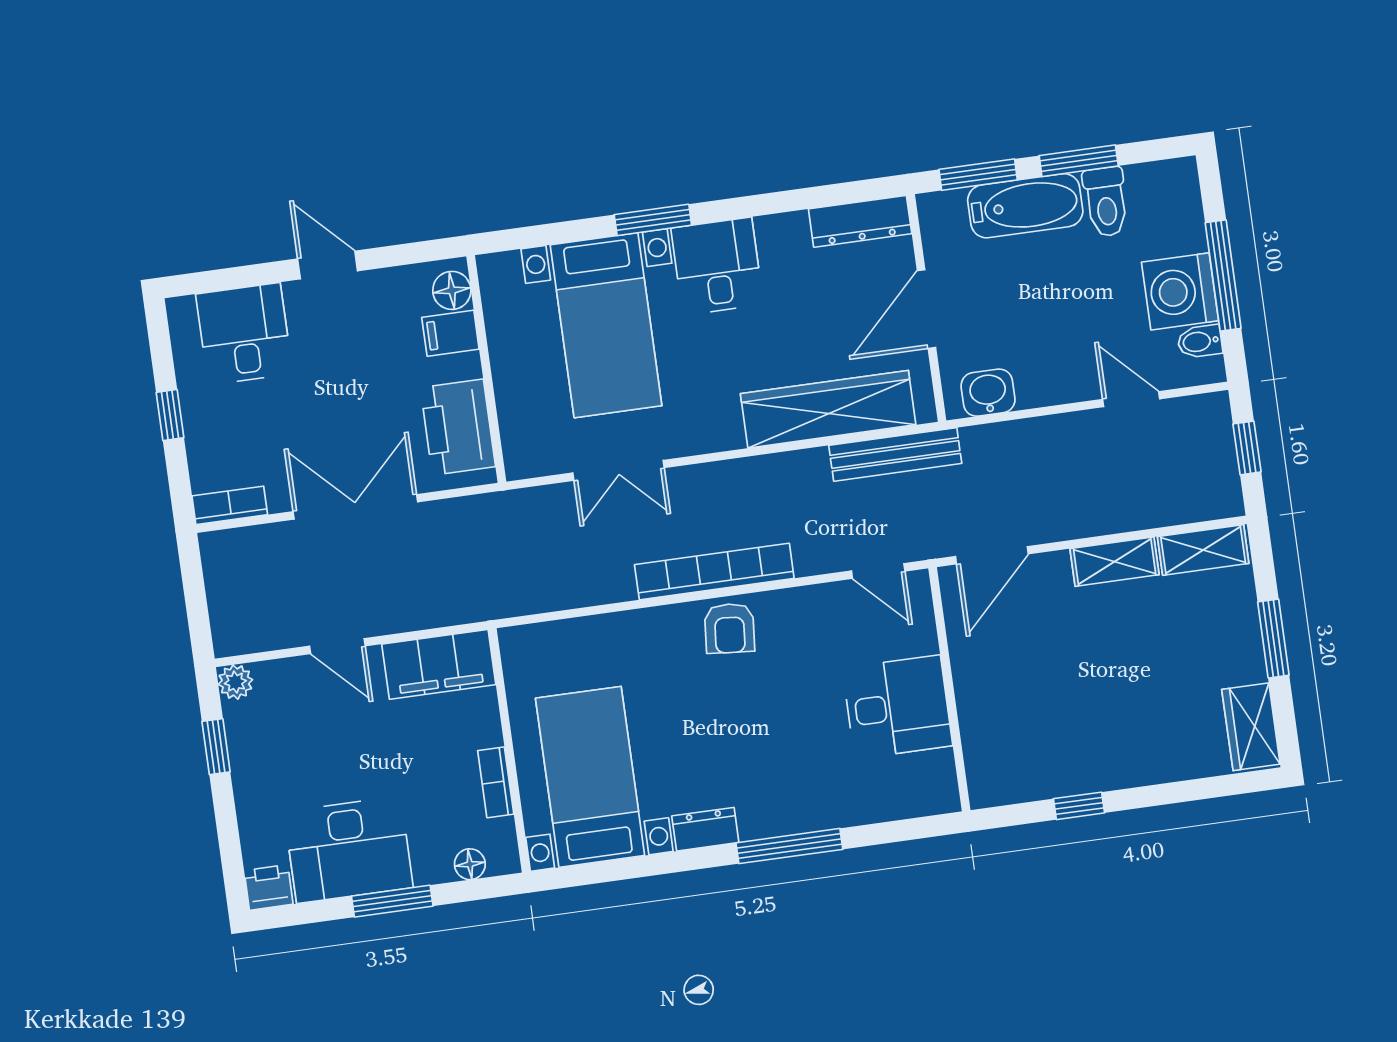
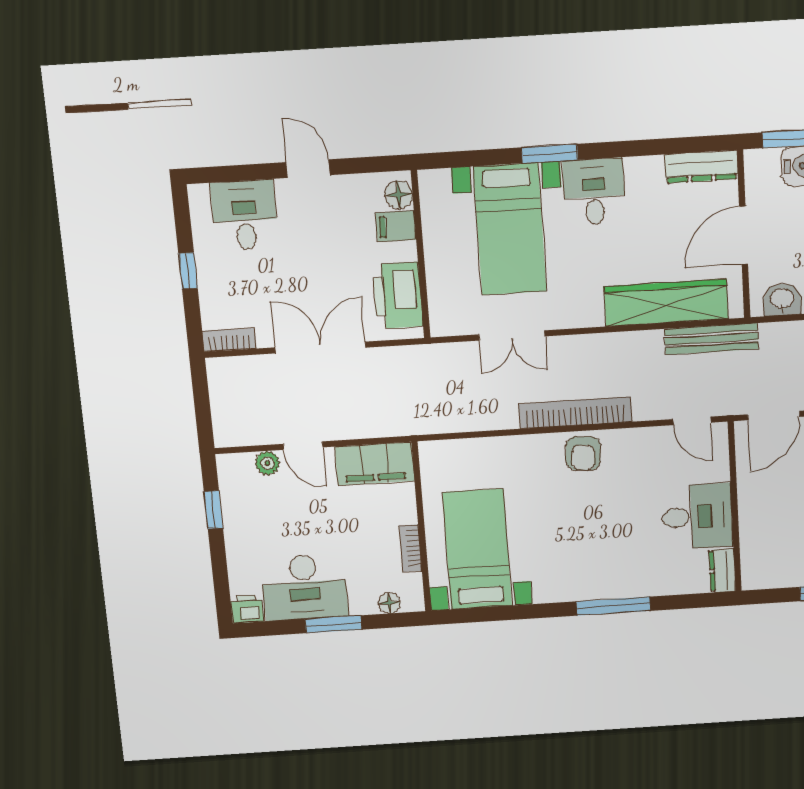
plant: (235, 682) -> (268, 463), moved
dresser: (705, 829) -> (722, 570), moved, turned -90

